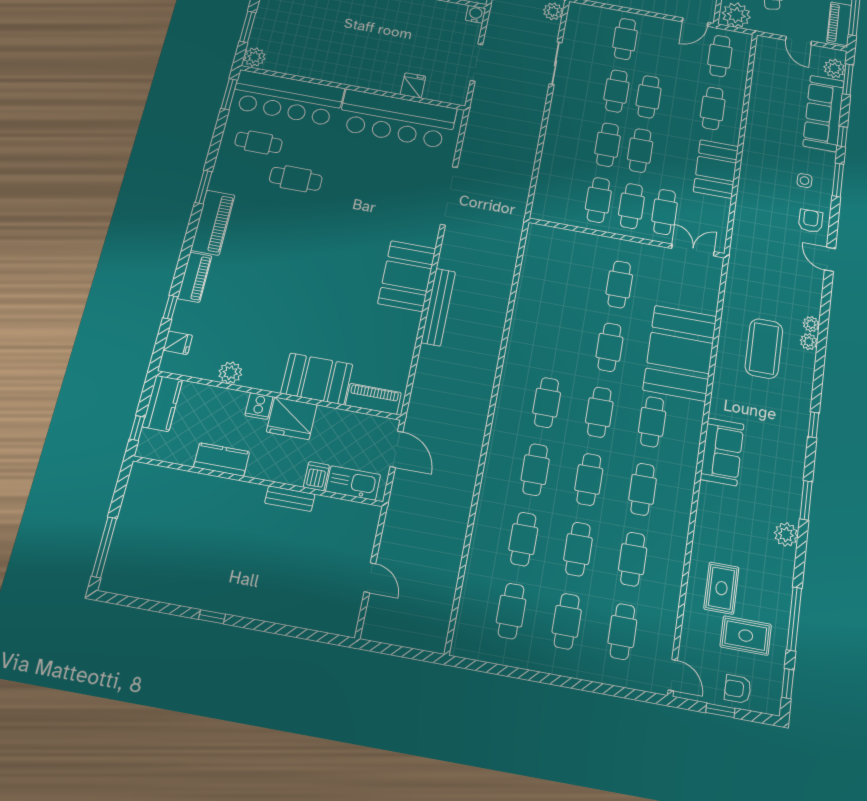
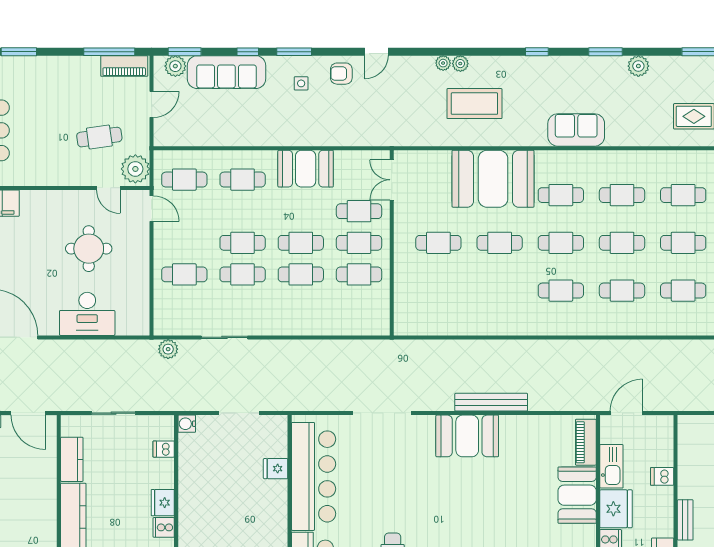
kitchen sink: (353, 483) -> (611, 466), moved, turned 180
bench: (290, 499) -> (685, 520), moved

